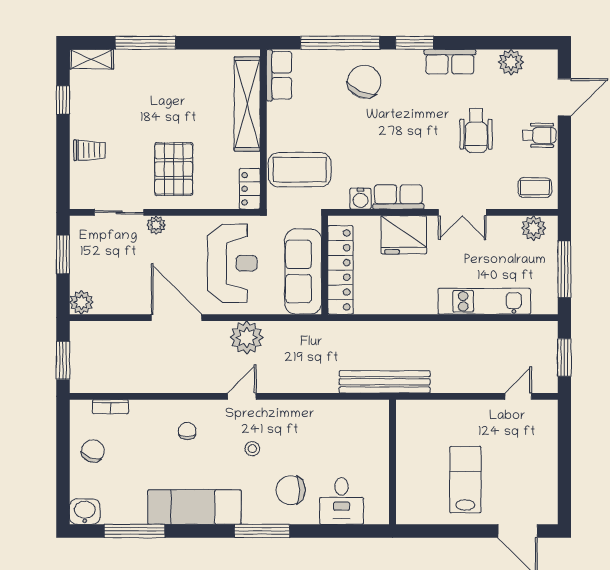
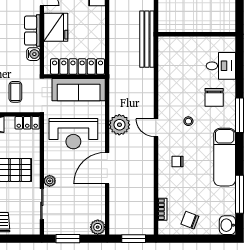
coffee table: (300, 170) -> (15, 92), width x0.54, depth x0.58
reception desk: (232, 263) -> (73, 134), turned 180

